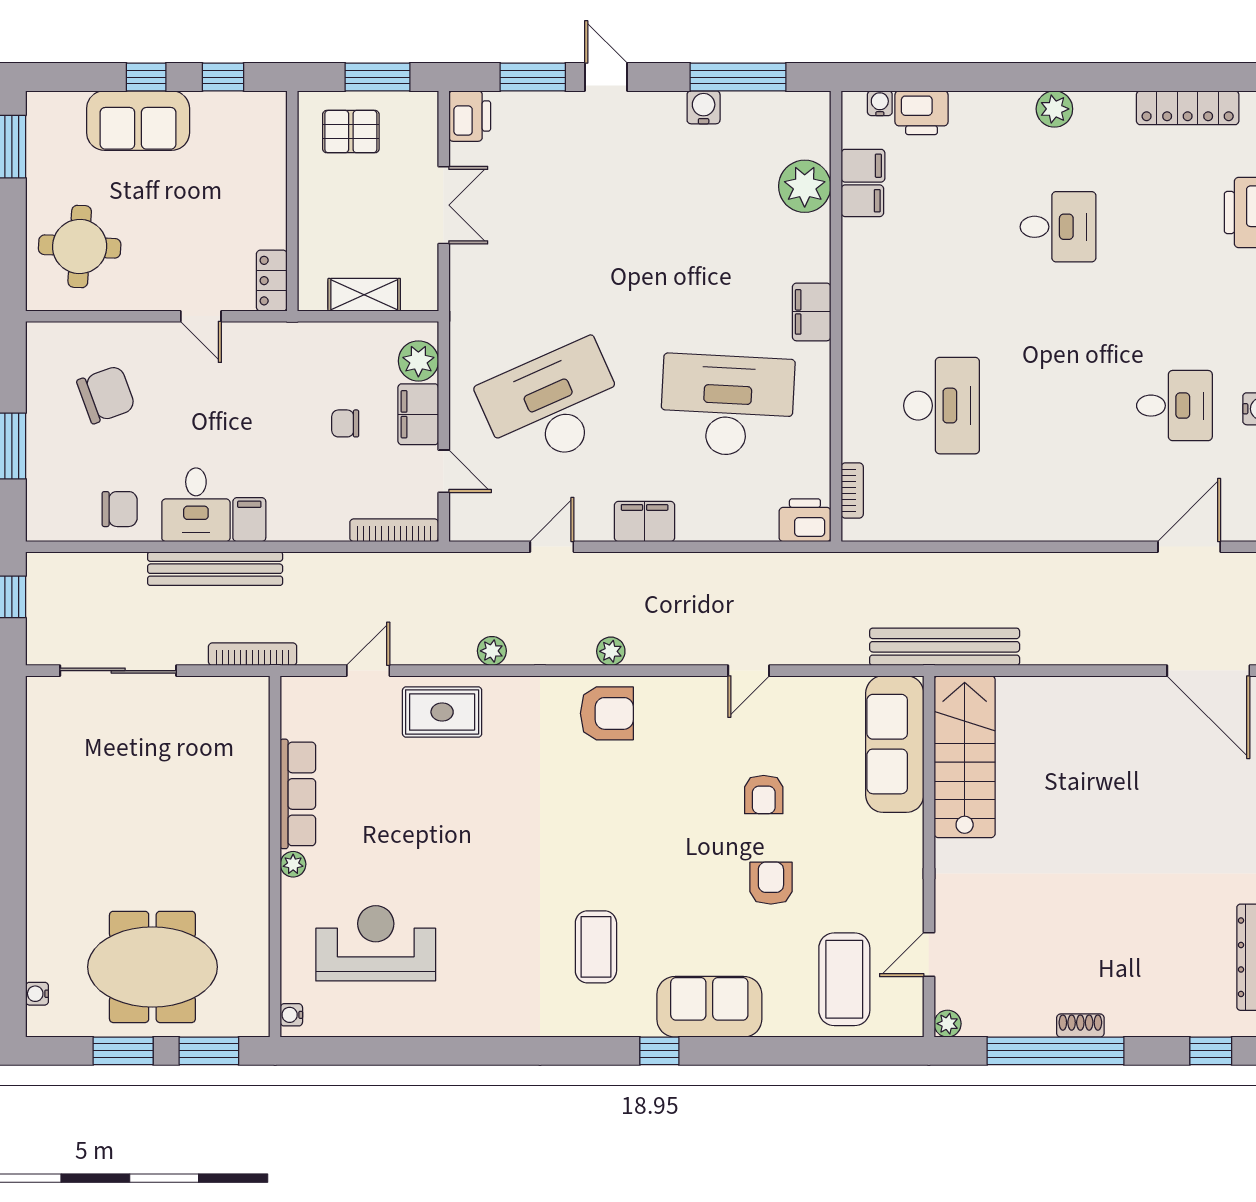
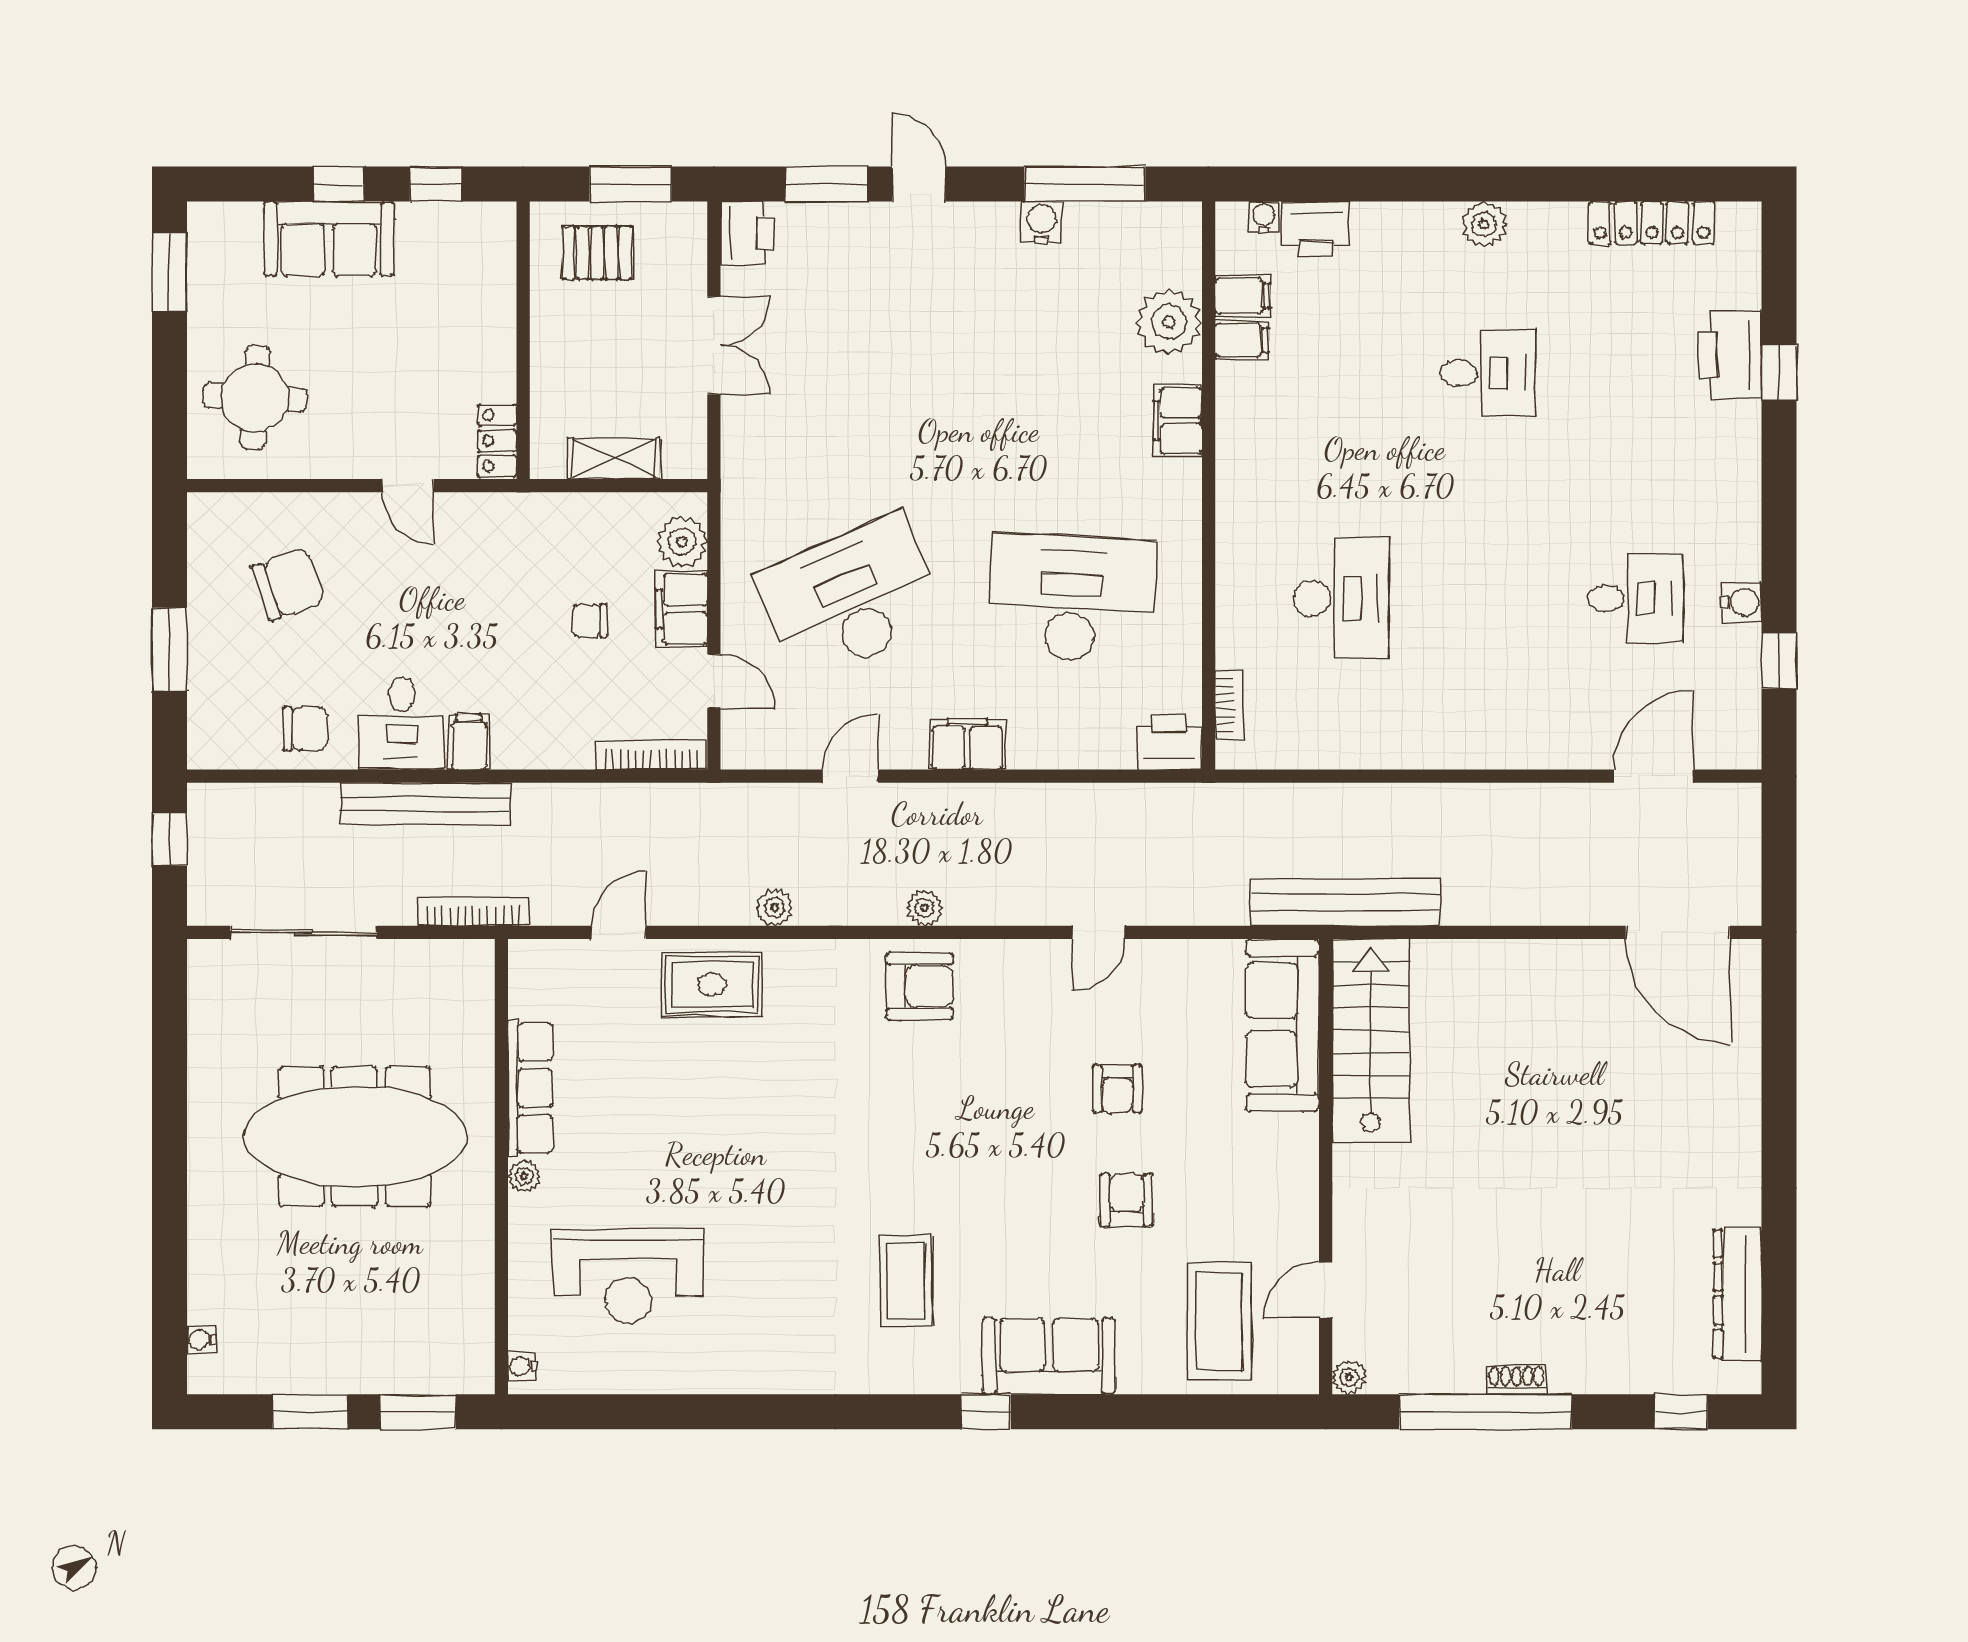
filing cabinet: (812, 312) -> (1178, 421), moved
reception desk: (376, 943) -> (628, 1276), turned 180
meeting table: (152, 967) -> (355, 1136), moved, width x1.36

